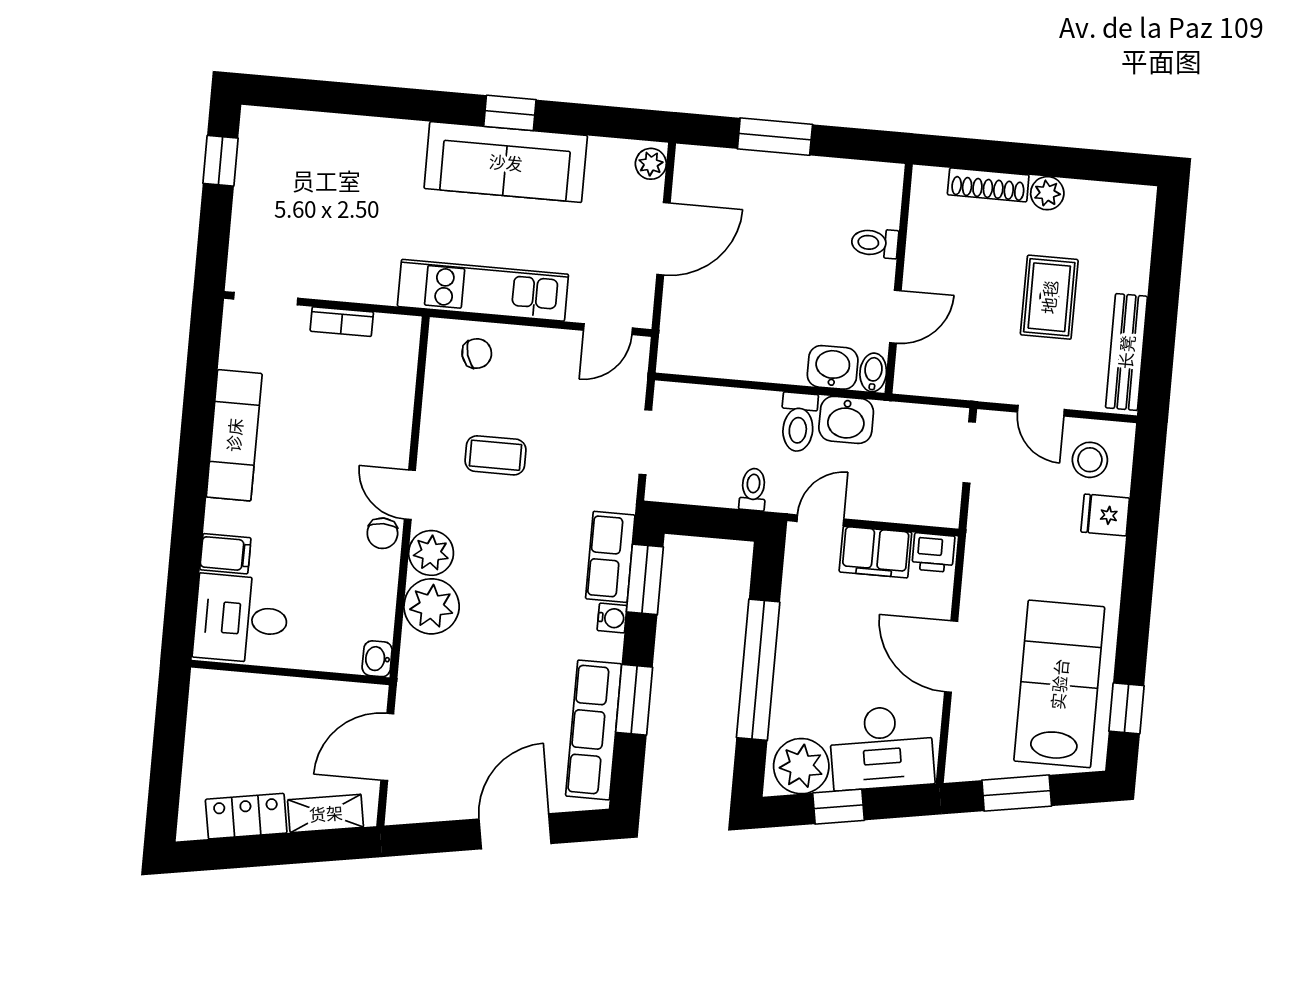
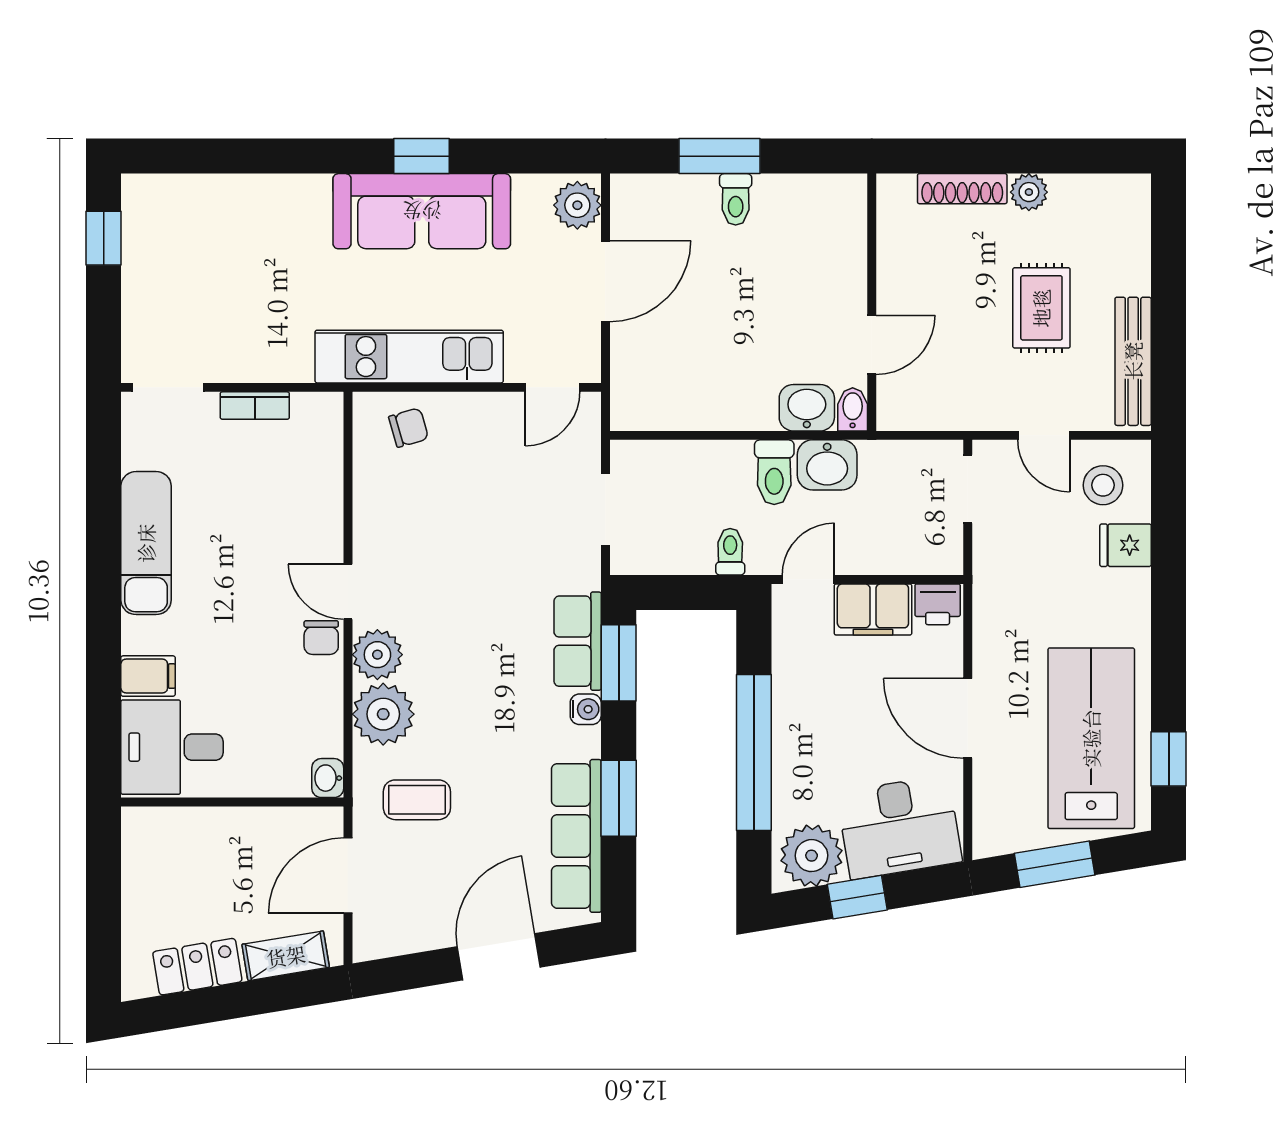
plant: (651, 164) -> (577, 205), width x1.38, depth x1.38
toilet: (875, 243) -> (736, 199), moved, turned -90
coffee table: (495, 455) -> (417, 800), moved

